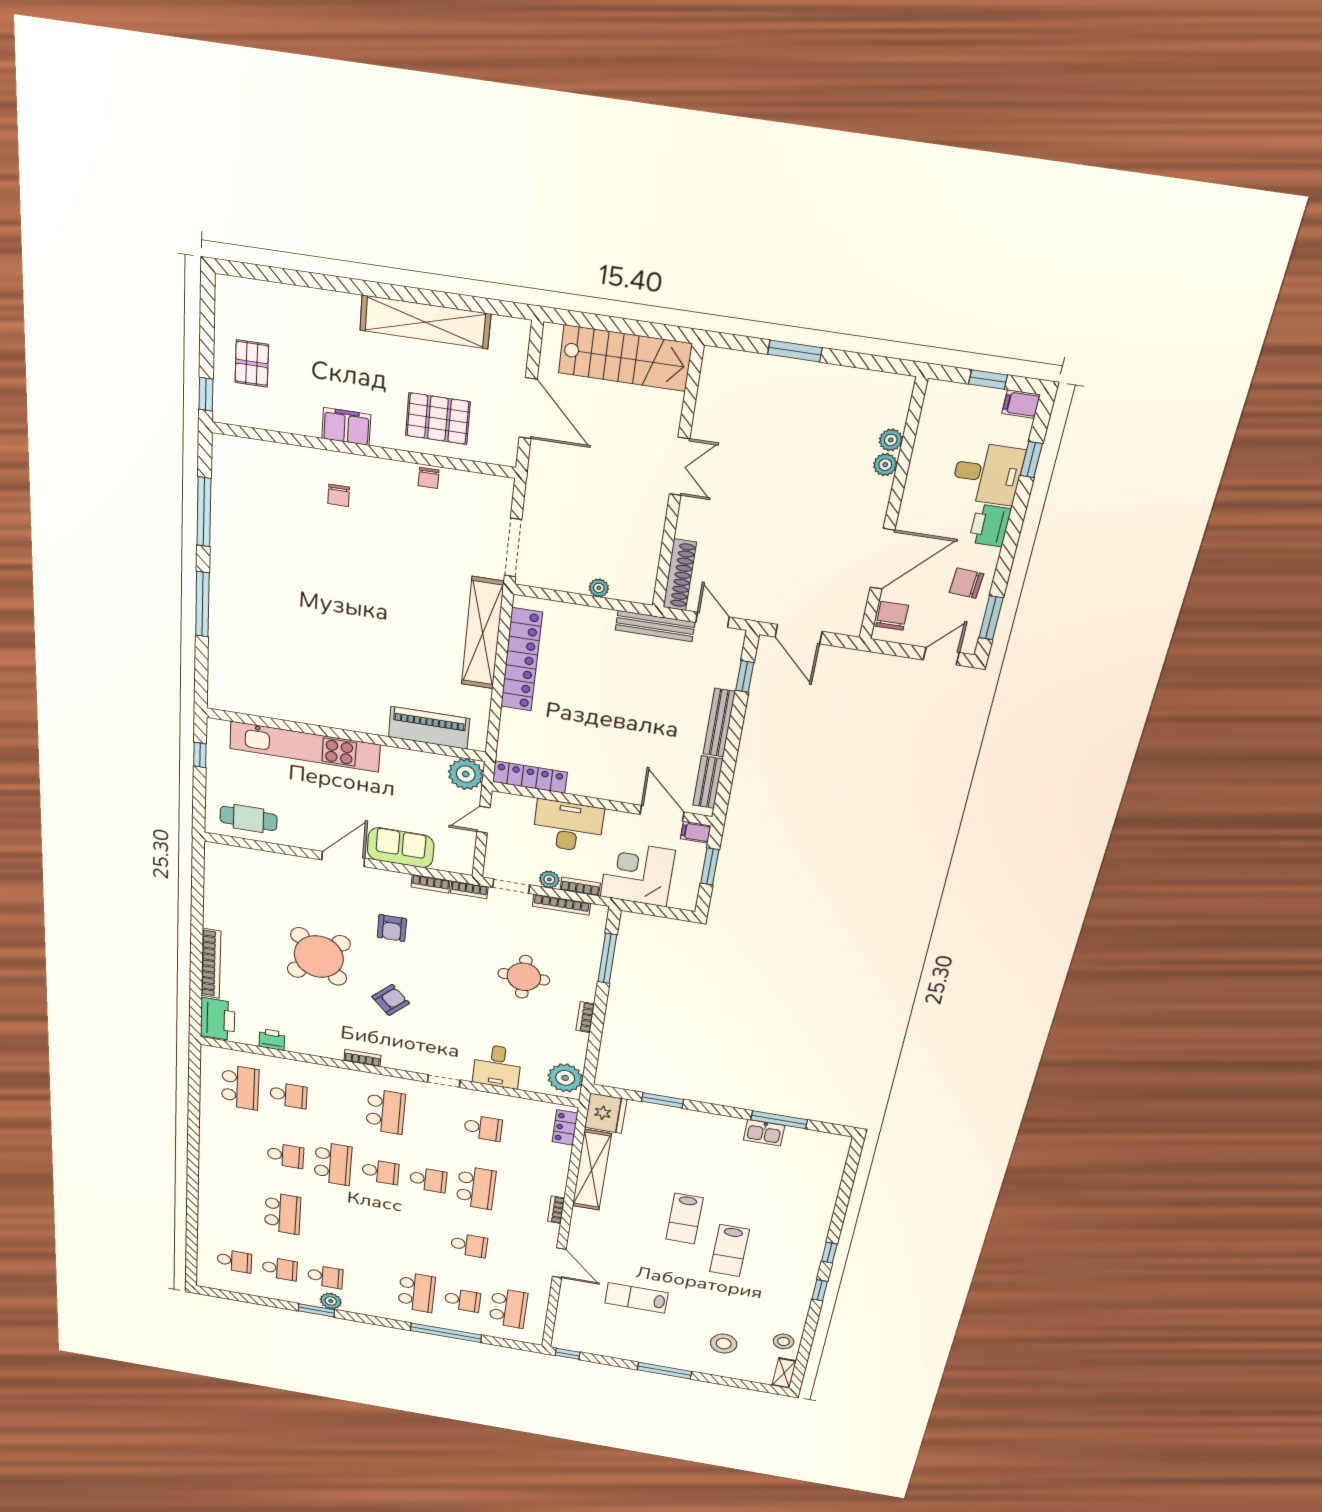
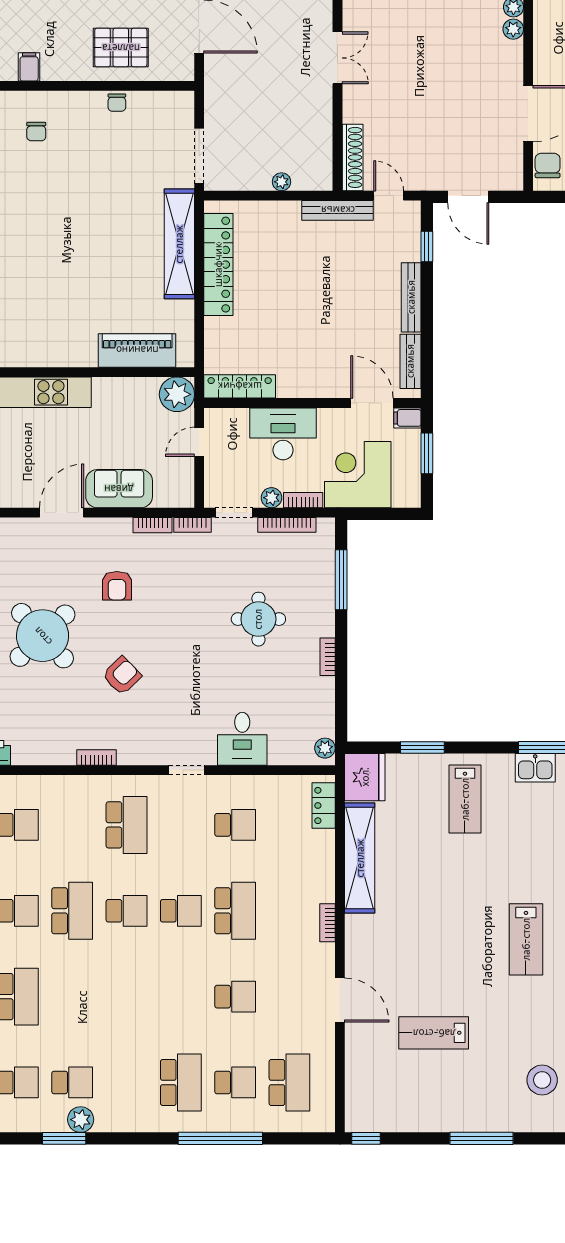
filing cabinet: (346, 426) -> (29, 67), width x0.50
plant: (565, 1078) -> (325, 748), width x0.53, depth x0.53
lab bench: (684, 1219) -> (465, 799), moved

